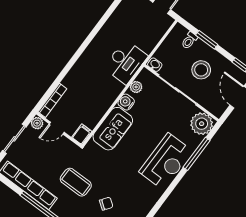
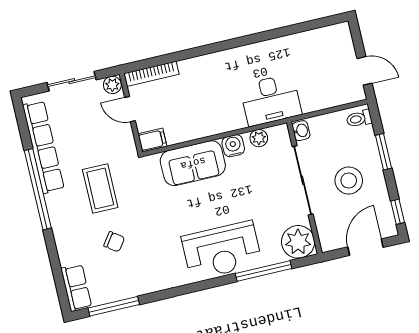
toilet: (189, 41) -> (359, 119), moved

